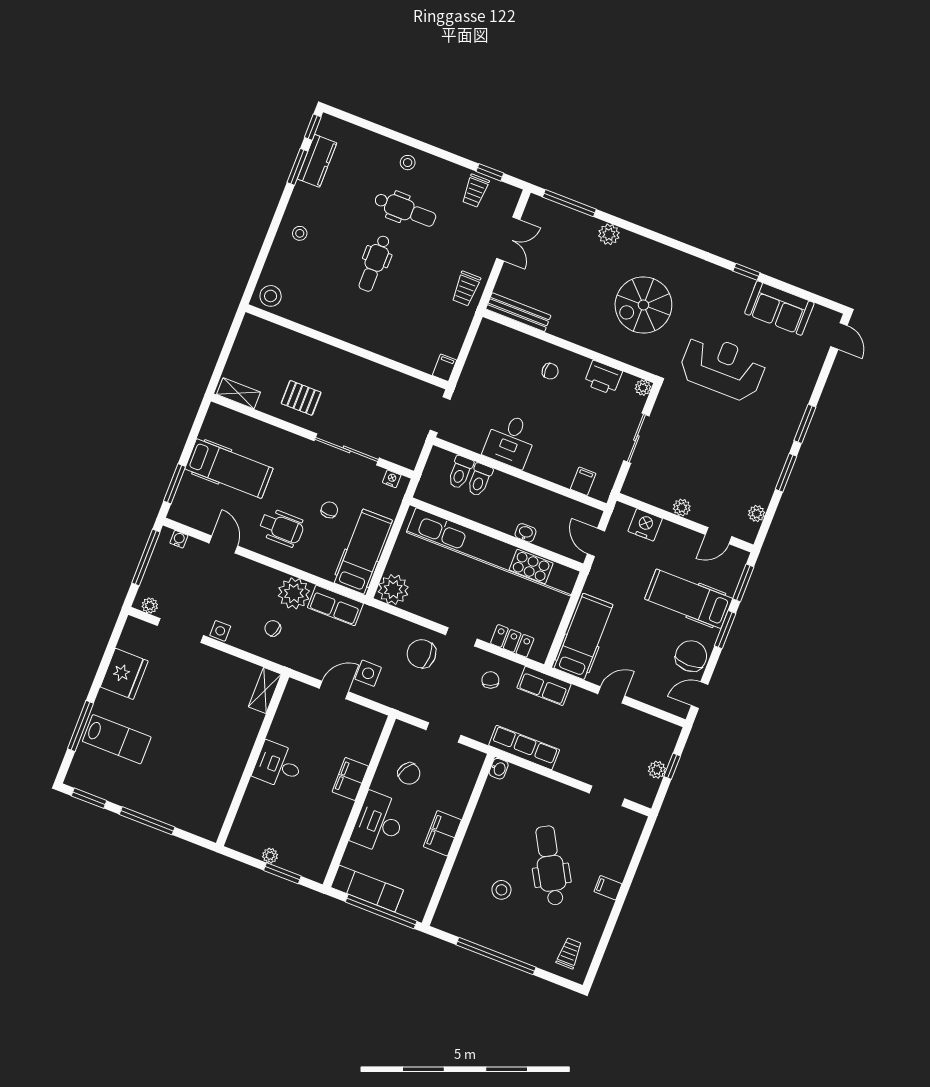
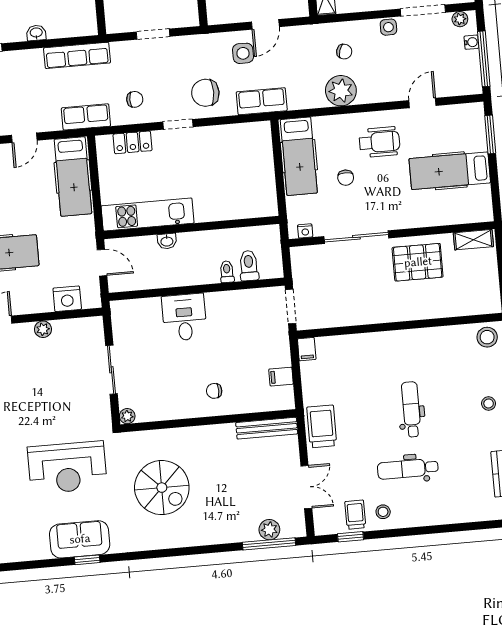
stool: (408, 163) -> (383, 512), moved
plant: (609, 234) -> (269, 530), moved
double door: (508, 239) -> (306, 487), swing flipped
trolley: (466, 289) -> (322, 426), width x1.36, depth x1.39
spiral stairs: (643, 305) -> (162, 488), turned 90
sofa: (779, 308) -> (80, 539), moved
printer: (603, 378) -> (166, 408), removed
pallet: (301, 398) -> (418, 262), width x1.50, depth x1.42
desk: (510, 441) -> (184, 317), moved
toilet: (480, 480) -> (227, 272), width x0.73, depth x0.72
filing cabinet: (583, 481) -> (281, 377), moved, turned 90
wheelchair: (282, 528) -> (379, 142), turned 180
water cooler: (179, 539) -> (471, 42), moved, turned -90
door: (223, 544) -> (422, 103), swing flipped
kitchen unit: (493, 552) -> (148, 214), width x0.54
plant: (393, 589) -> (257, 136), removed
row of seats: (335, 605) -> (262, 101), moved
chair: (421, 654) -> (205, 93), turned 180
chair: (490, 680) -> (135, 99), turned -67
washbasin: (499, 769) -> (36, 33), moved, turned 90

